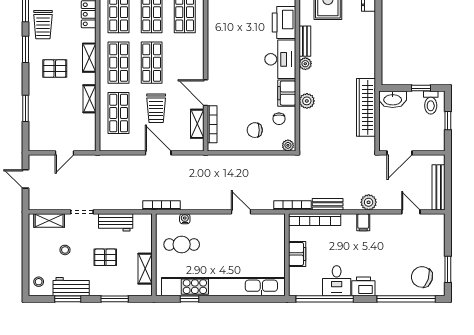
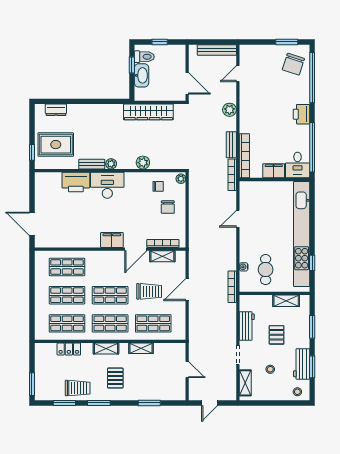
filing cabinet: (287, 93) -> (112, 240), moved, turned 180
washbasin: (393, 99) -> (142, 75), moved
filing cabinet: (363, 222) -> (247, 114), removed
desk: (337, 281) -> (298, 165), moved, turned 90

